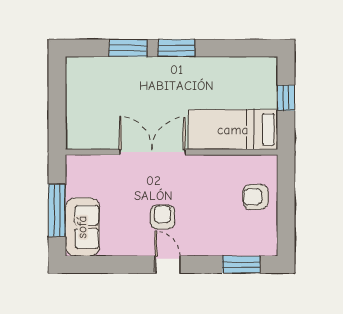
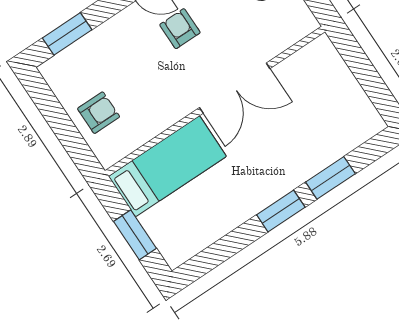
window: (286, 98) -> (135, 235), width x1.50
armchair: (163, 217) -> (180, 29), turned 180

